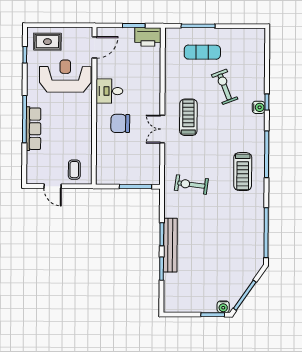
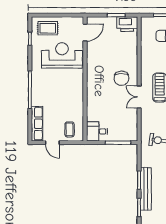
desk: (109, 91) -> (97, 131), moved
chair: (120, 123) -> (121, 78), moved, turned -90
row of seats: (33, 129) -> (37, 124), moved

